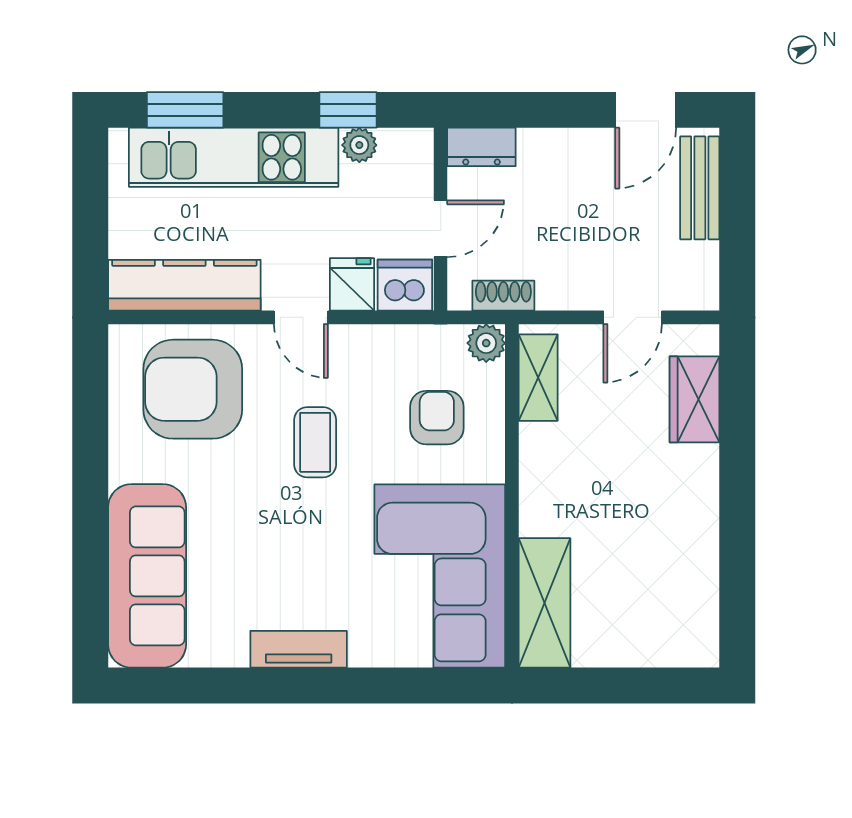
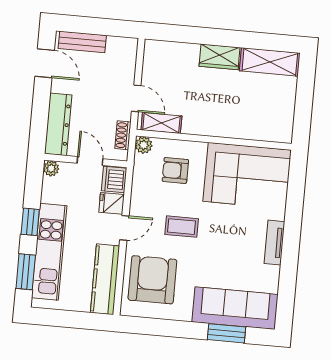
window: (348, 110) -> (30, 222), moved
plant: (359, 145) -> (51, 168), moved
dresser: (481, 147) -> (58, 124), width x1.96, depth x1.24
door: (633, 317) -> (136, 98), moved
armchair: (193, 389) -> (152, 280), turned 180
wardrobe: (695, 399) -> (220, 57), moved
window: (90, 562) -> (227, 333), added
shelving: (545, 603) -> (270, 62), moved

